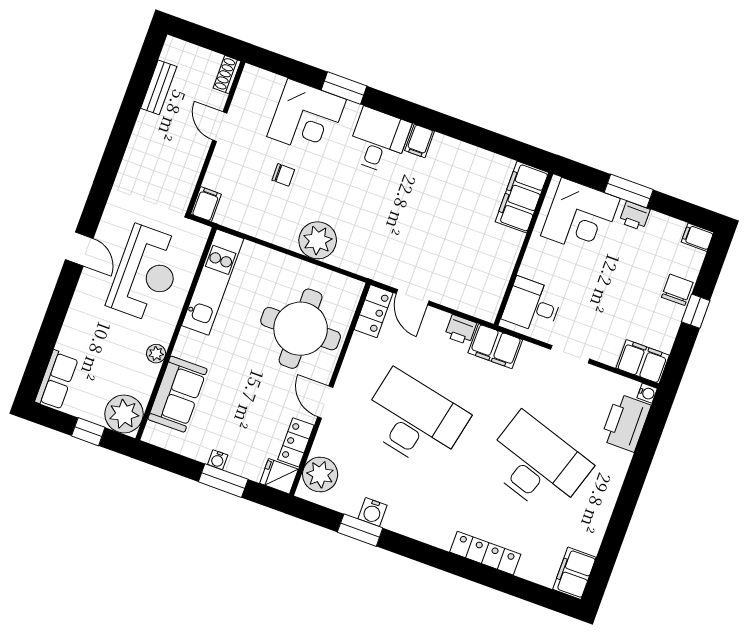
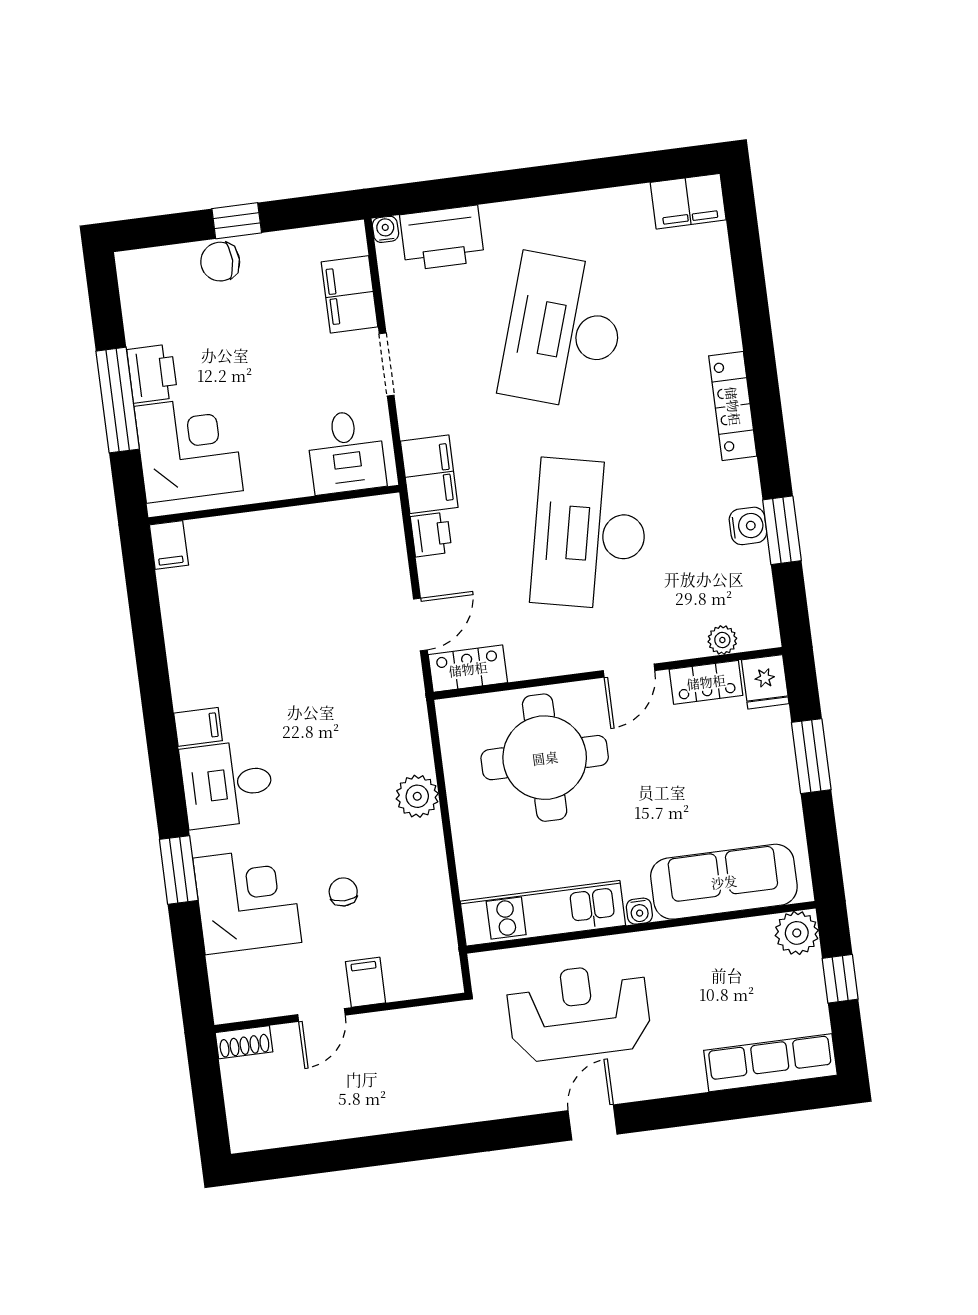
bench: (159, 87) -> (311, 1128), removed
window: (629, 191) -> (118, 400), width x1.44
filing cabinet: (522, 197) -> (169, 545), width x0.33, depth x0.86
filing cabinet: (206, 204) -> (366, 982), moved, turned 90
printer: (635, 216) -> (152, 374), width x1.36, depth x1.24
filing cabinet: (697, 237) -> (133, 271), removed
plant: (318, 240) -> (417, 796), width x0.73, depth x0.73
plant: (156, 354) -> (683, 941), removed
filing cabinet: (643, 362) -> (350, 294), moved
row of seats: (57, 380) -> (770, 1063), width x1.48
sofa: (177, 394) -> (724, 882), width x1.36
plant: (124, 414) -> (797, 933), width x0.73, depth x0.73
water cooler: (218, 460) -> (639, 911), moved, turned 90
plant: (320, 475) -> (722, 640), width x0.53, depth x0.53
locker: (485, 553) -> (733, 406), moved

